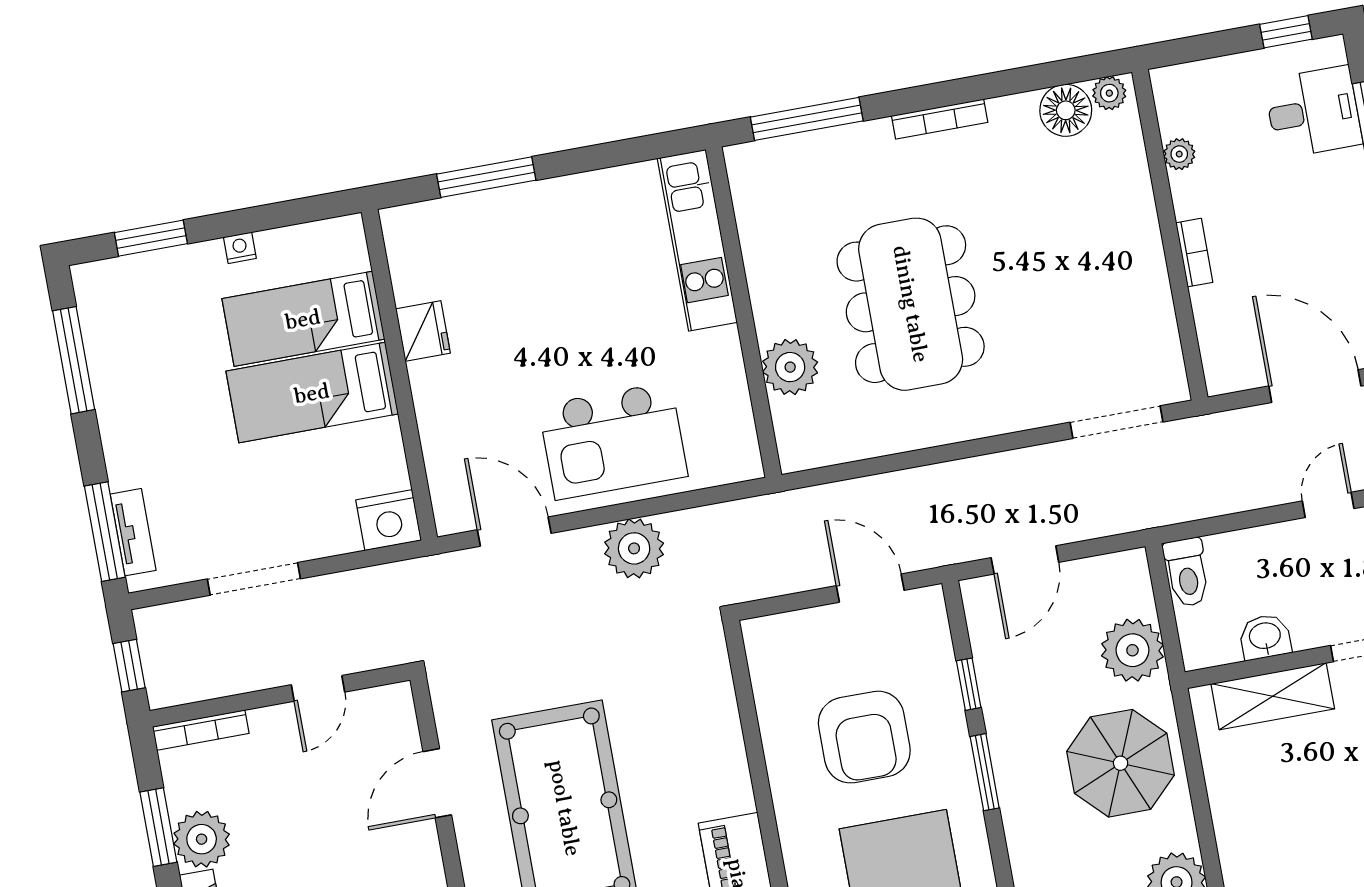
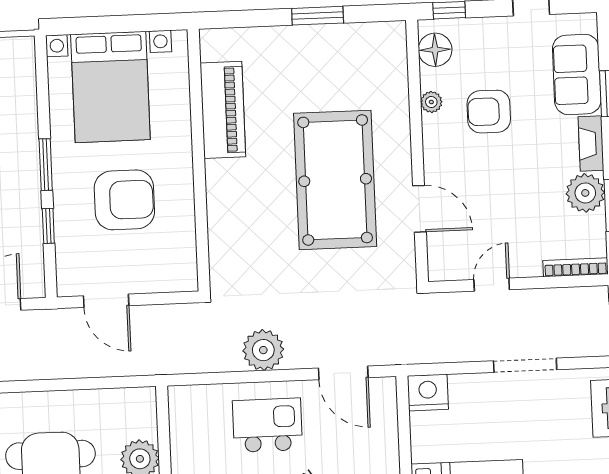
kitchen island: (613, 441) -> (267, 425), width x0.73, depth x0.78
armchair: (864, 737) -> (124, 200), turned 90
door: (437, 783) -> (419, 209), hinge flipped

